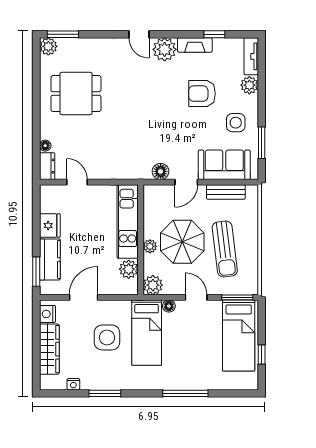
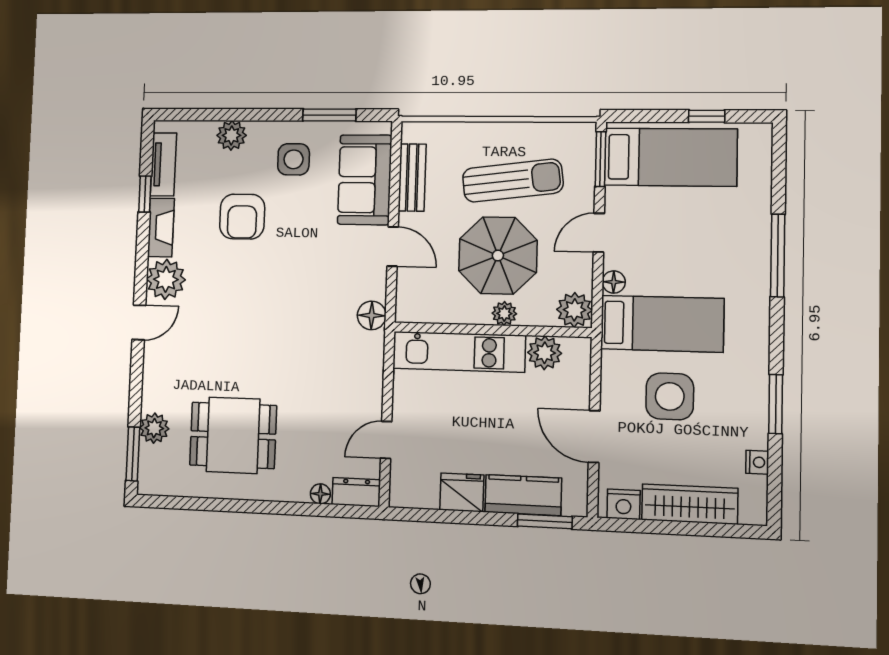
plant: (48, 46) -> (154, 428), moved
tv unit: (251, 56) -> (163, 164), moved, turned -90
dining table: (76, 94) -> (233, 435), turned 90
floor lamp: (161, 171) -> (372, 315), moved

